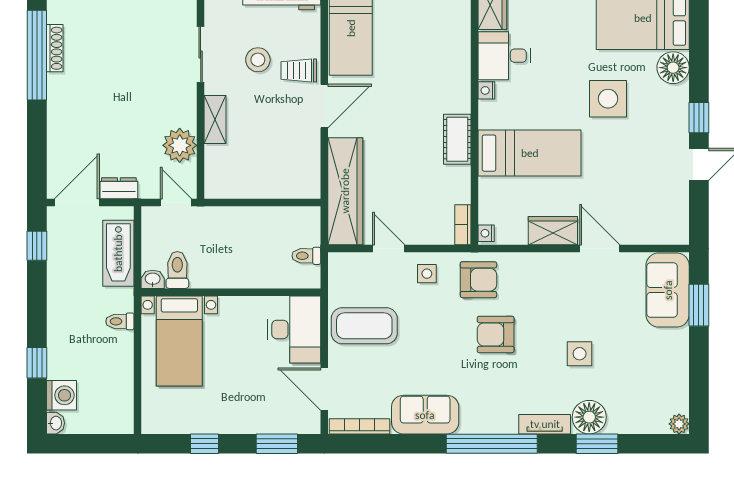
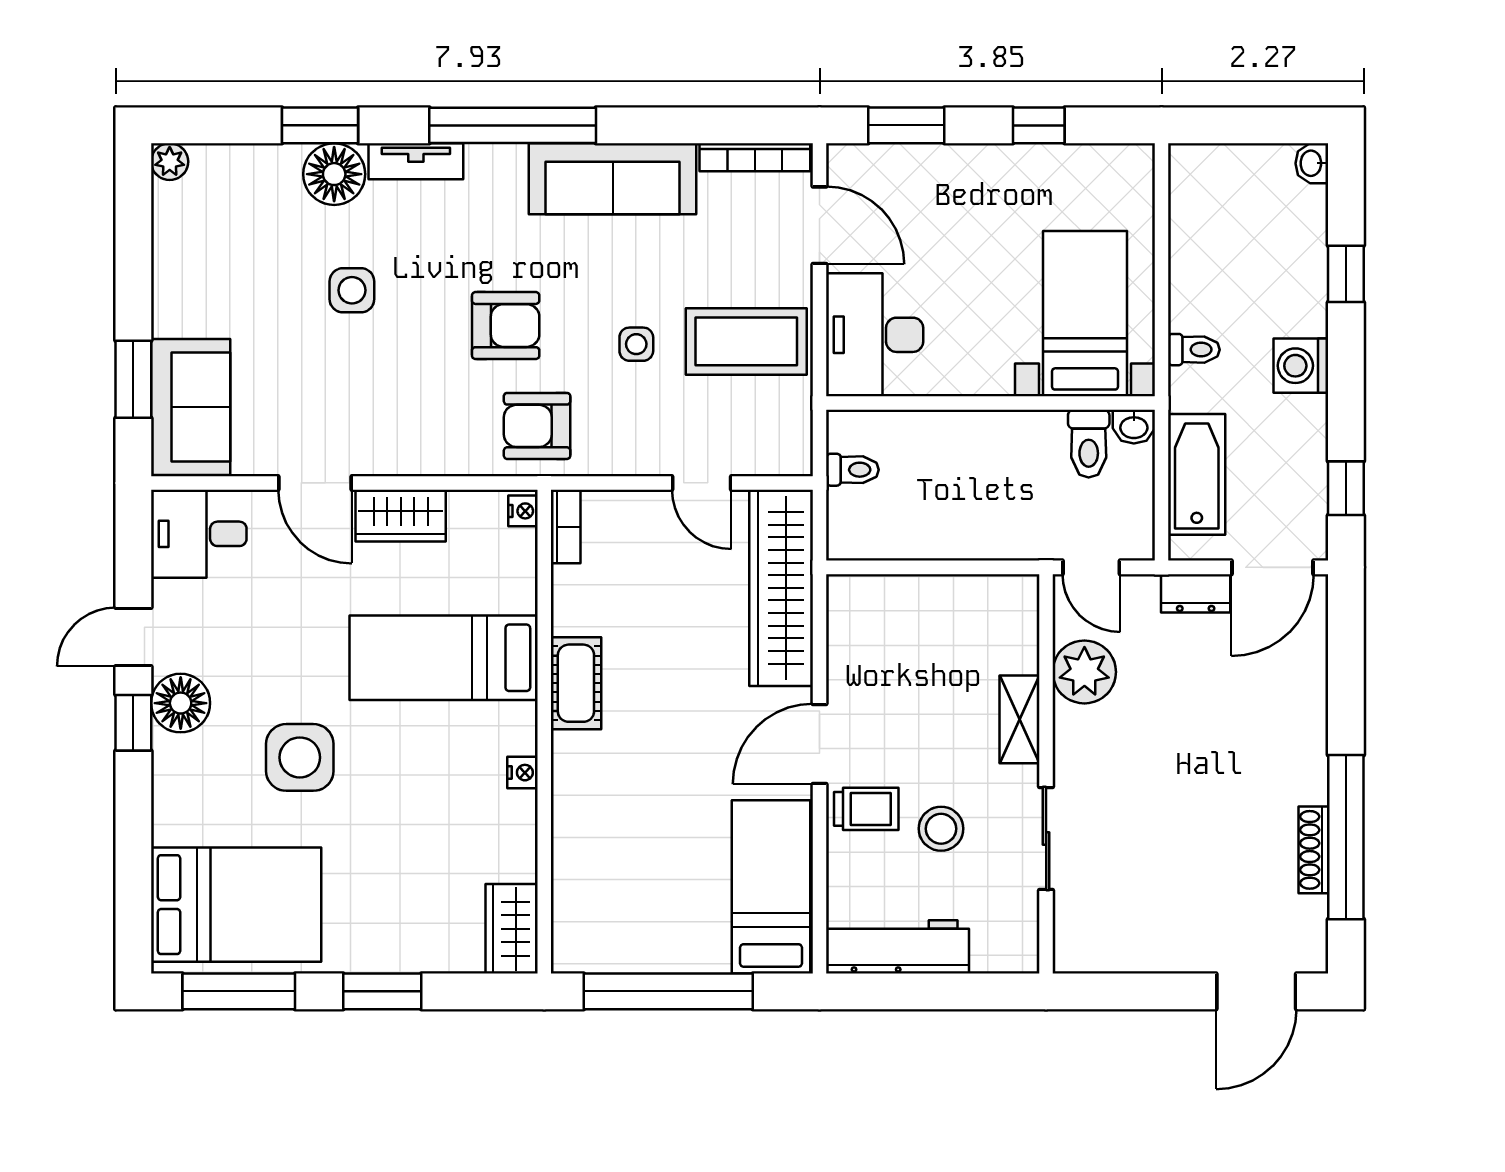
desk: (504, 56) -> (199, 534), moved, turned 180
floor lamp: (673, 68) -> (181, 703), moved
side table: (427, 274) -> (636, 344), moved
washing machine: (62, 395) -> (1301, 366), moved
sofa: (425, 415) -> (613, 179), width x1.36

